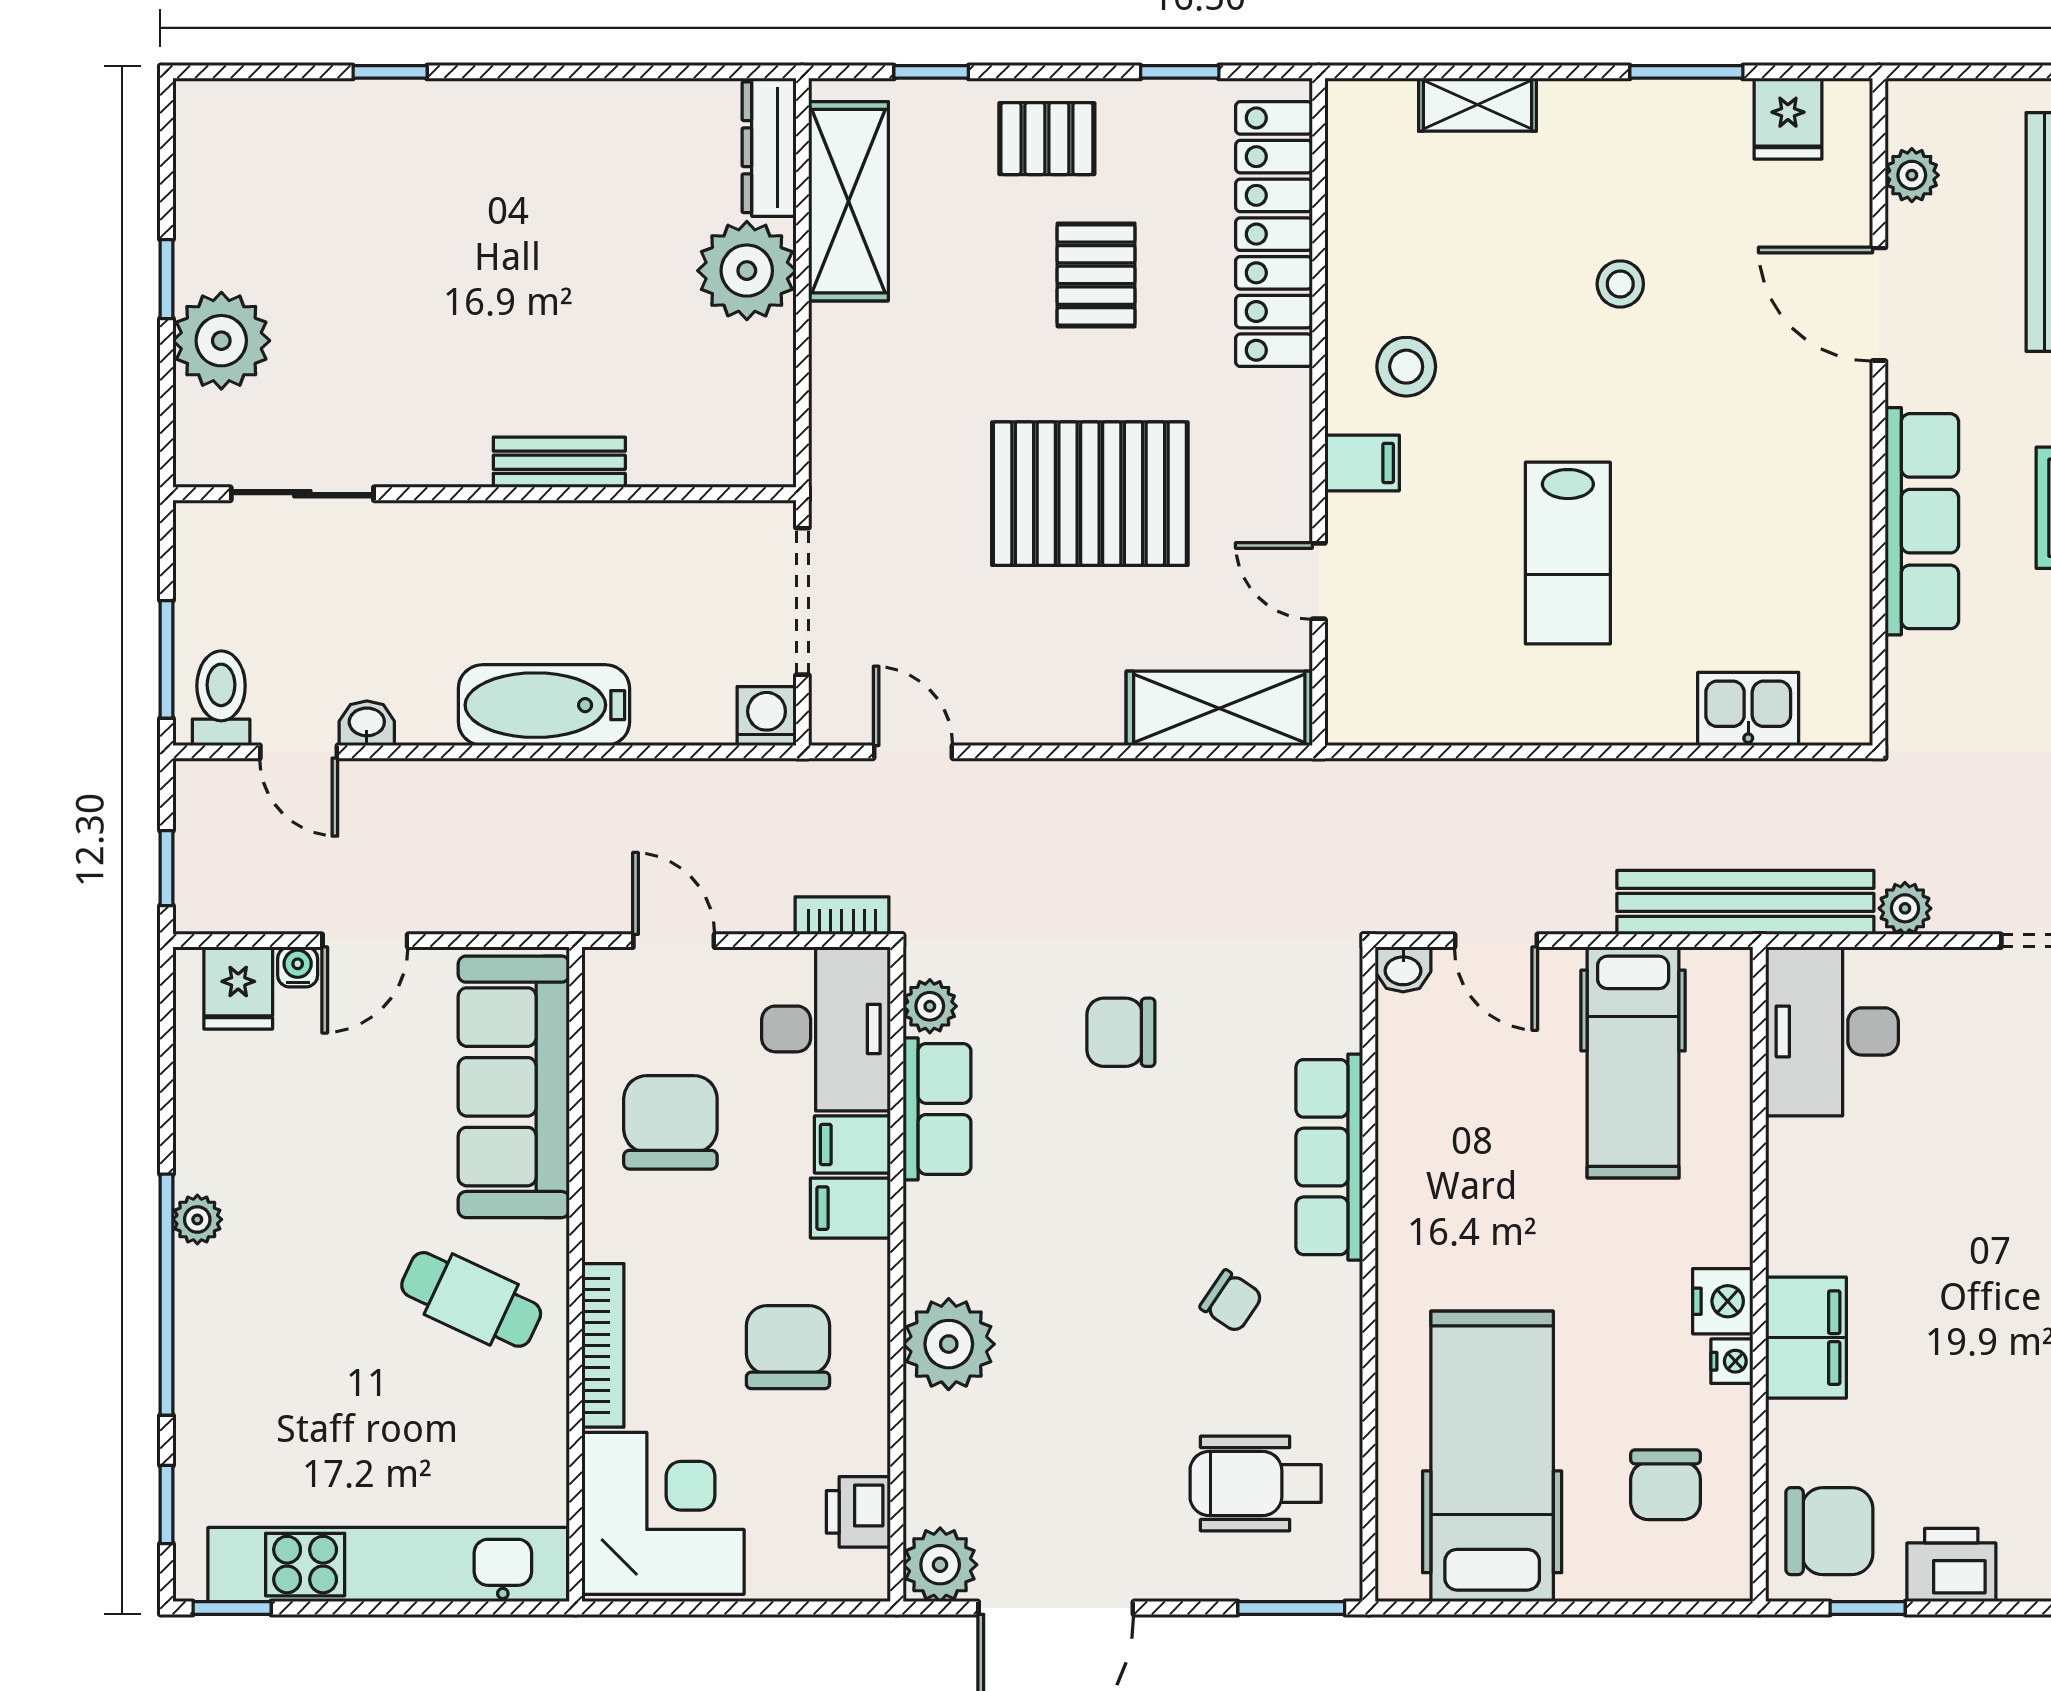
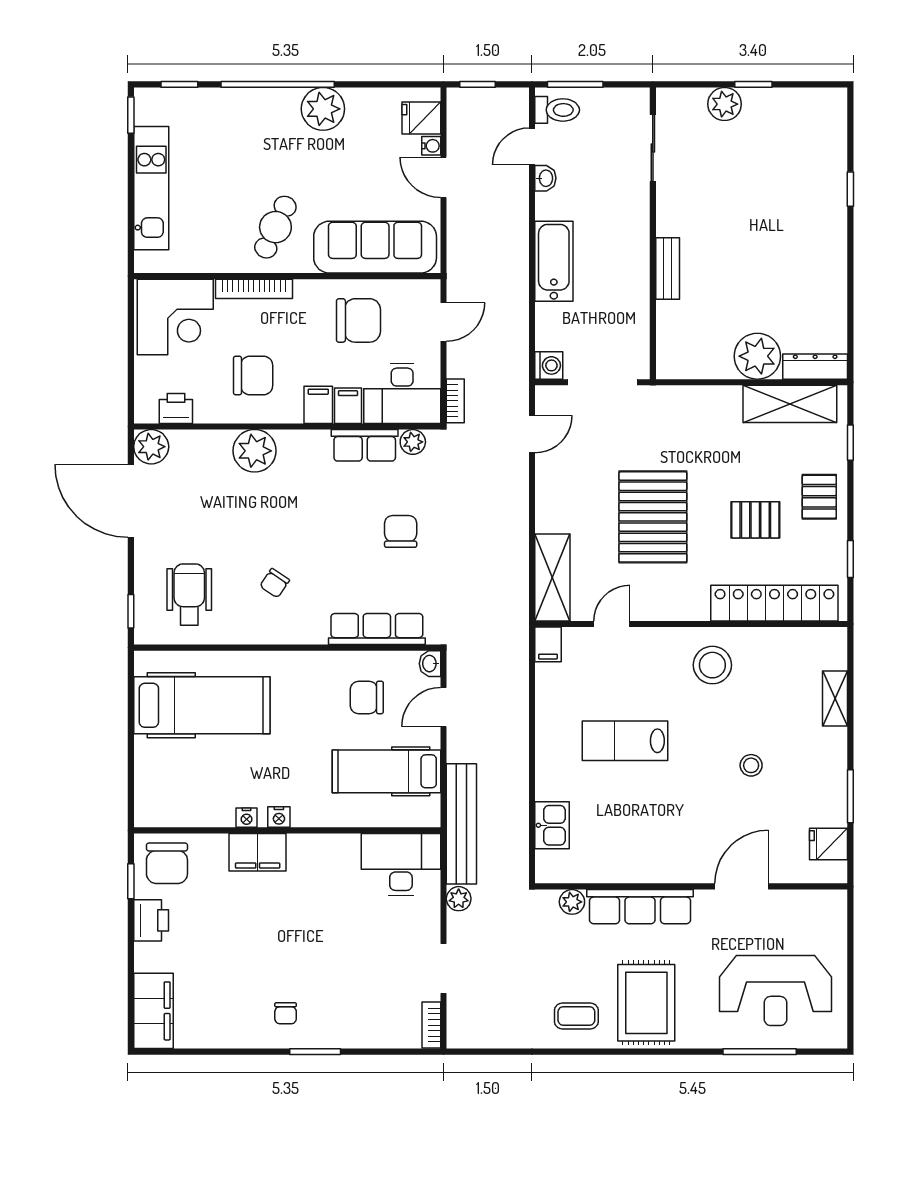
plant: (1912, 175) -> (572, 902), moved
plant: (221, 341) -> (725, 104), width x0.73, depth x0.73
stool: (1406, 367) -> (712, 665), width x1.38, depth x1.38
filing cabinet: (1362, 463) -> (548, 644), moved
row of seats: (1329, 1157) -> (377, 629), moved
plant: (197, 1219) -> (323, 109), width x1.88, depth x1.88
nightstand: (1723, 1301) -> (279, 817), width x0.72, depth x0.74
chair: (1666, 1485) -> (367, 697), moved
kitchen unit: (388, 1565) -> (151, 188), width x0.73
window: (1291, 1608) -> (131, 611), width x0.67

